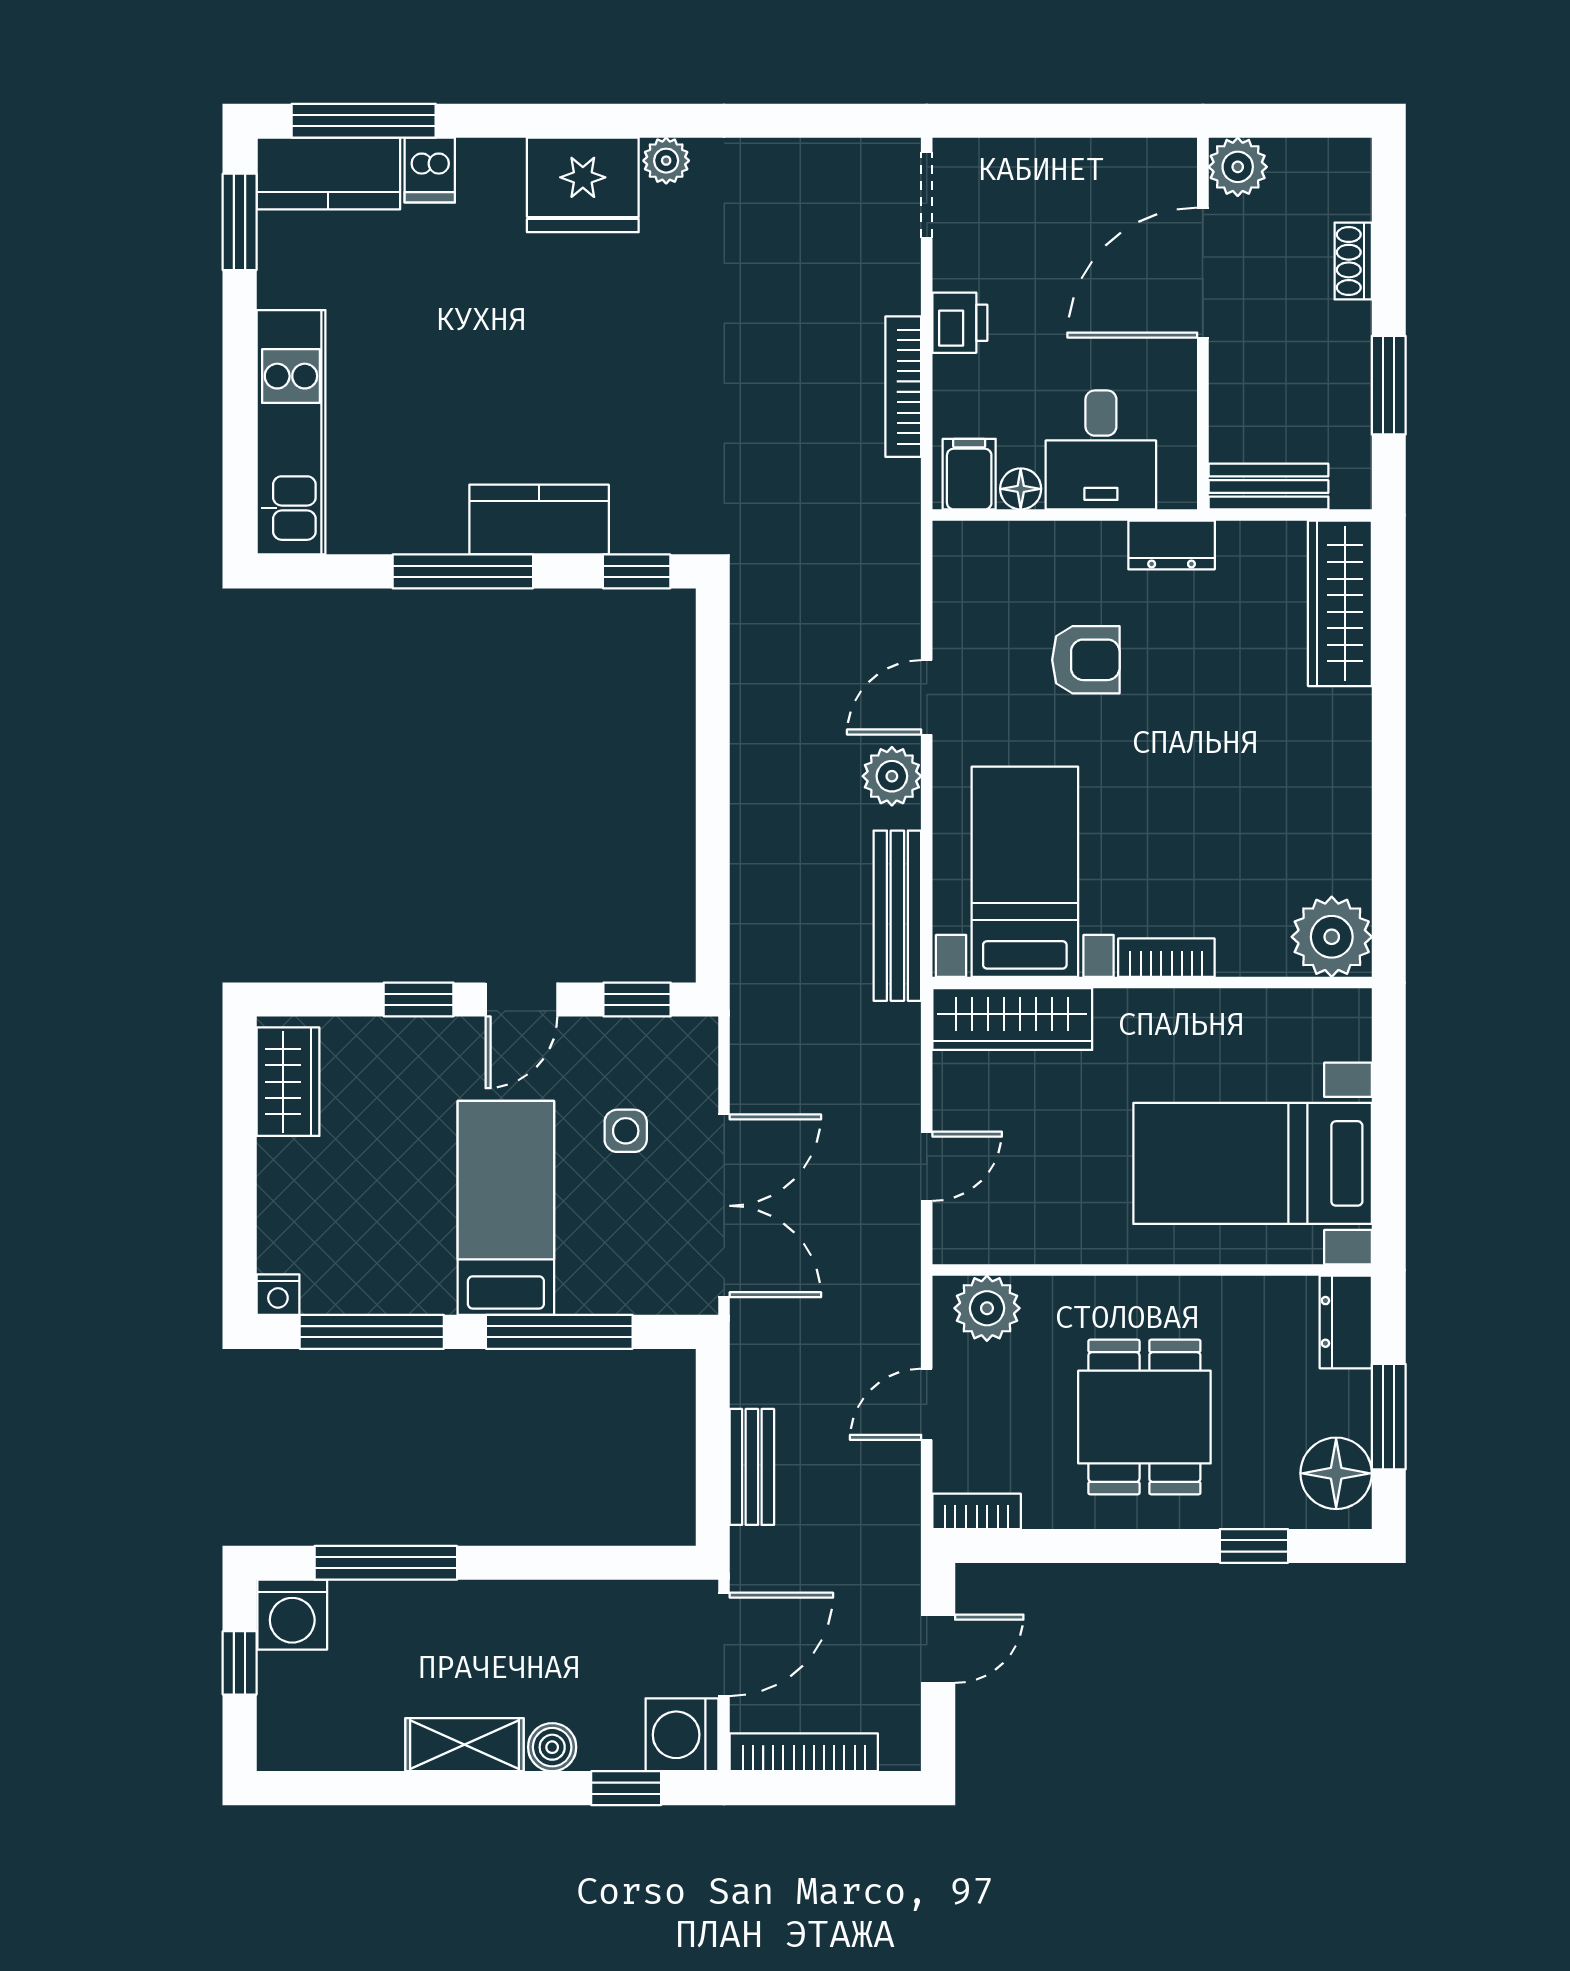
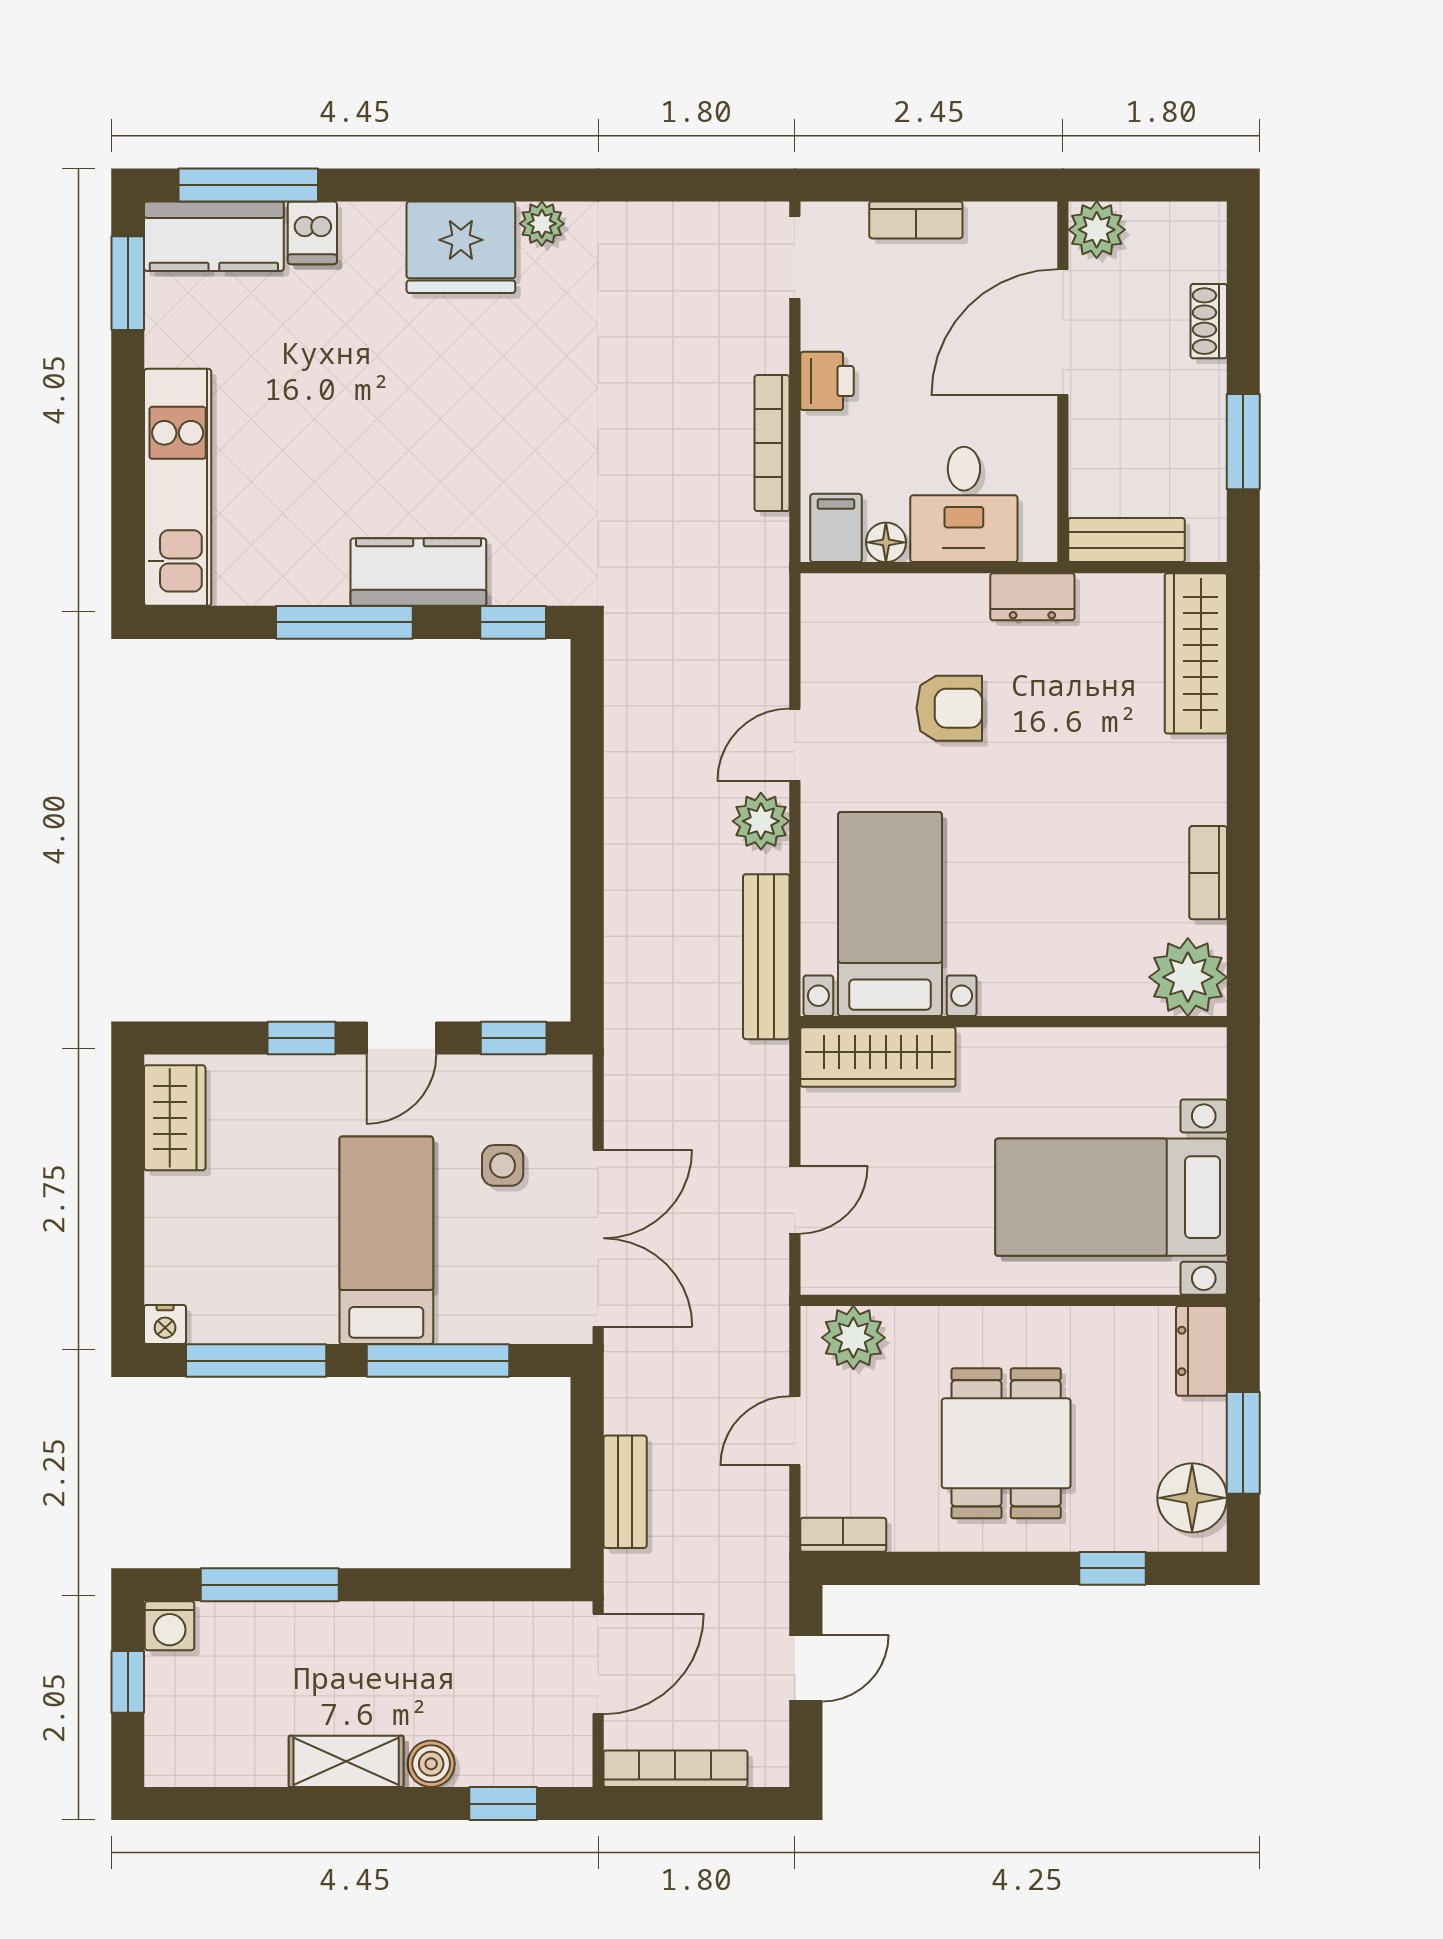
bookcase: (1051, 157) -> (916, 220), added
bookcase: (1166, 958) -> (1208, 873), moved, turned -90
washing machine: (292, 1615) -> (170, 1626), width x0.73, depth x0.73
washing machine: (682, 1735) -> (557, 1752), removed

